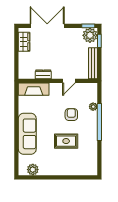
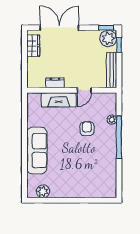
fireplace: (34, 89) -> (59, 100), moved
rug: (66, 141) -> (81, 159), removed

